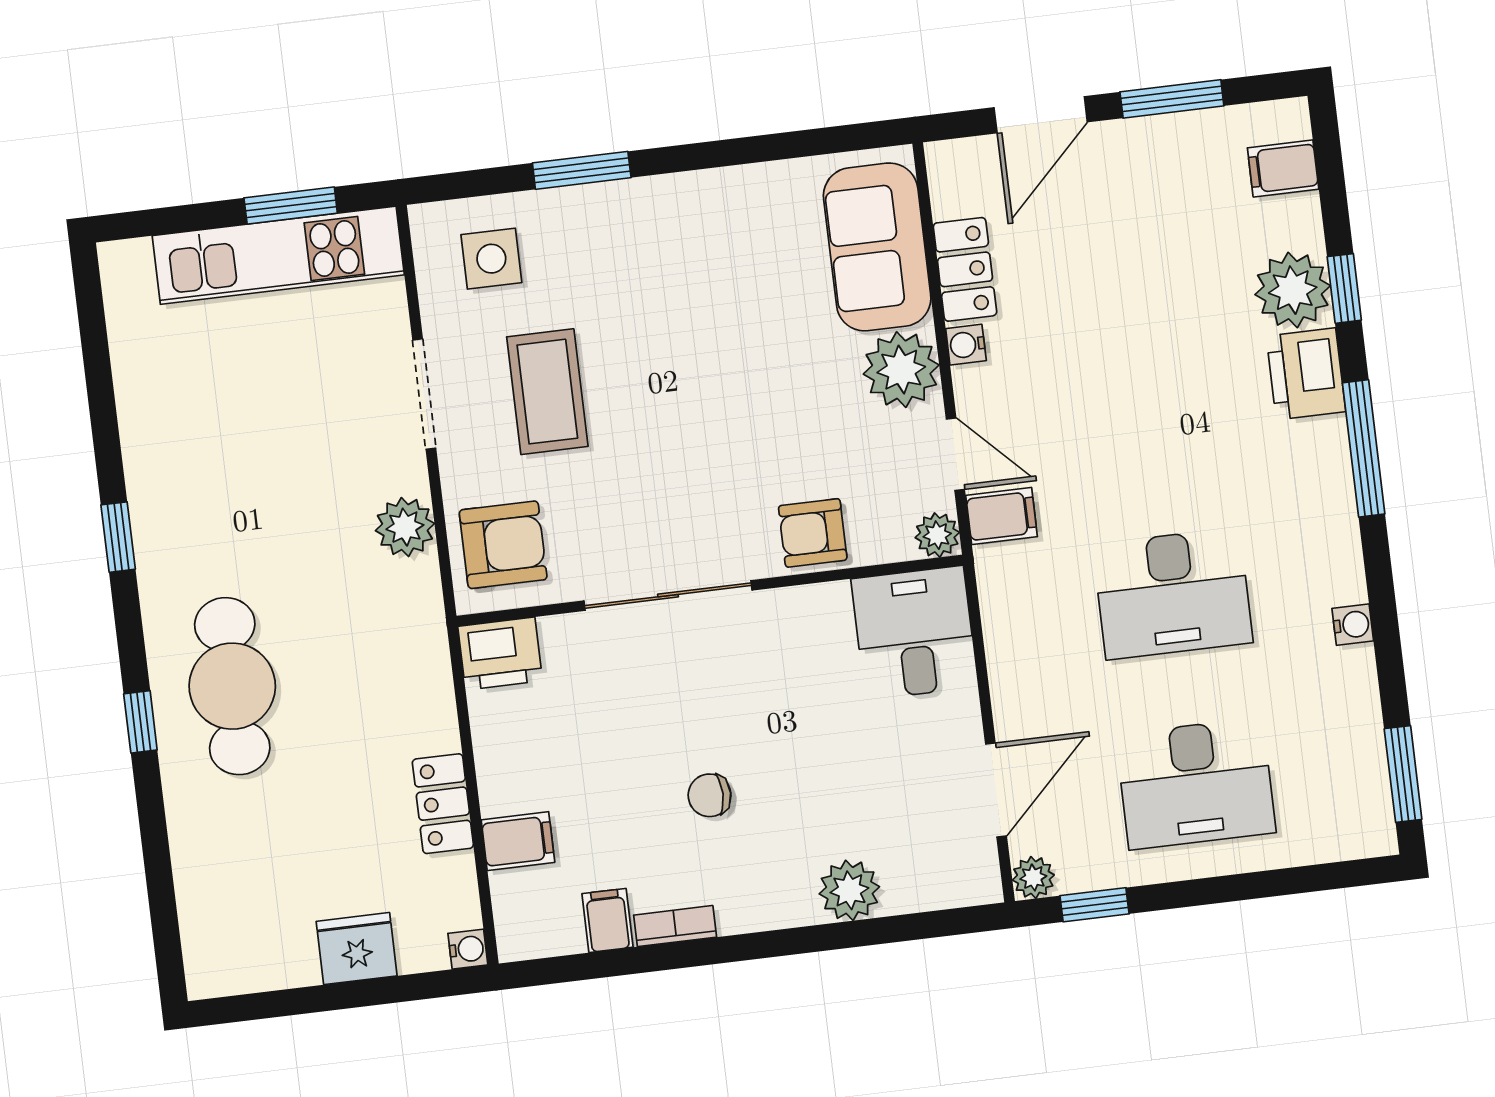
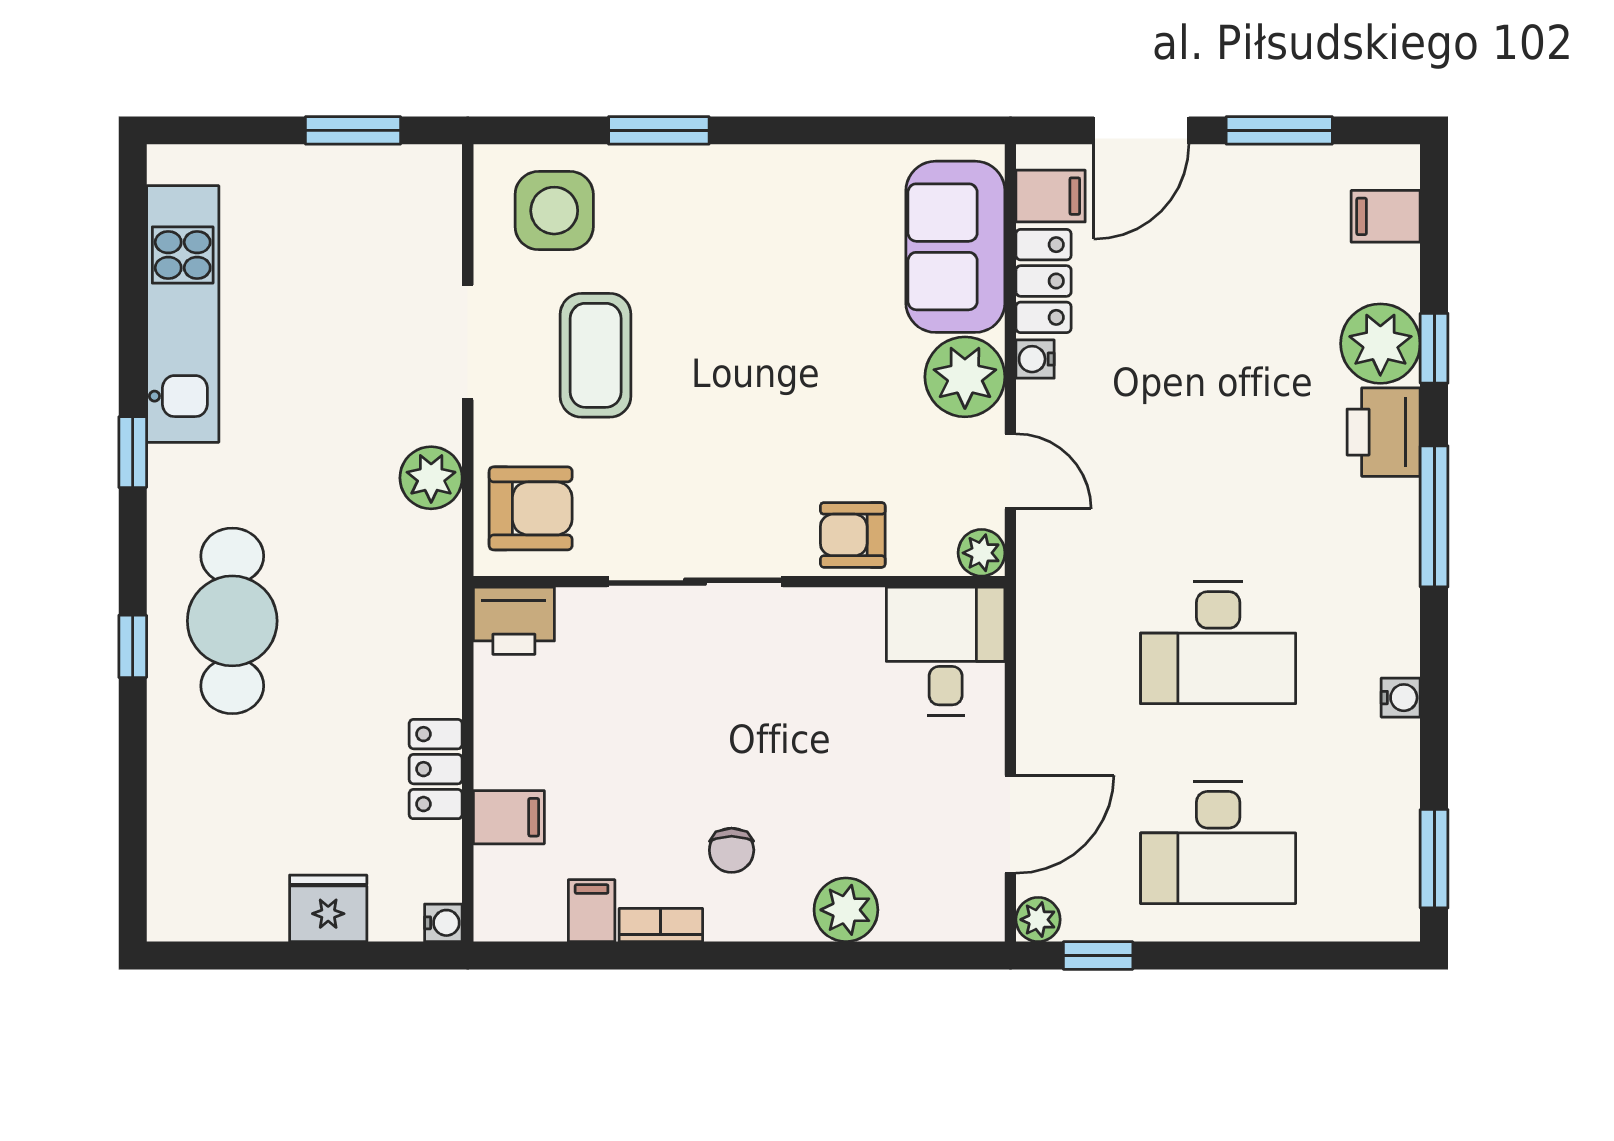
kitchen unit: (278, 255) -> (183, 314), moved, turned -90
side table: (491, 259) -> (554, 211), width x1.37, depth x1.37
filing cabinet: (1002, 516) -> (1051, 196), moved
chair: (710, 795) -> (732, 850), moved, turned -90

